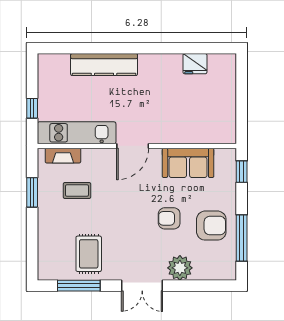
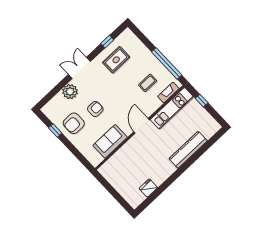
window: (242, 172) -> (83, 160), removed
window: (32, 192) -> (167, 63), width x2.11
window: (242, 238) -> (55, 130), width x0.46
rug: (89, 254) -> (116, 60), turned 90
window: (79, 286) -> (107, 42), width x0.46

